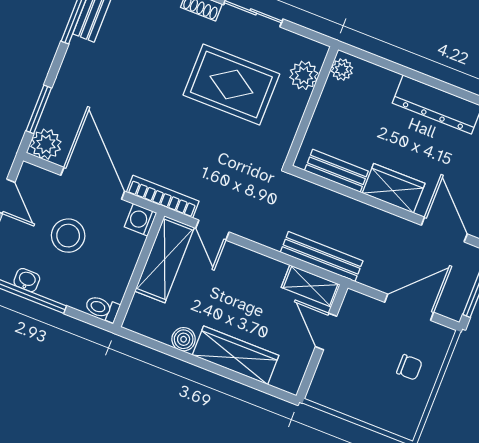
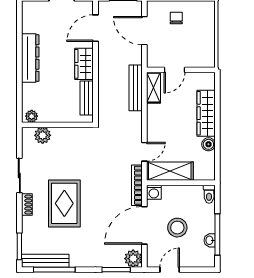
rug: (231, 85) -> (64, 203), moved

